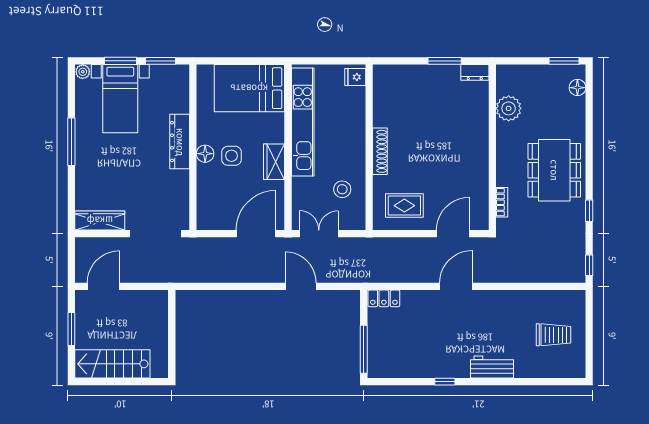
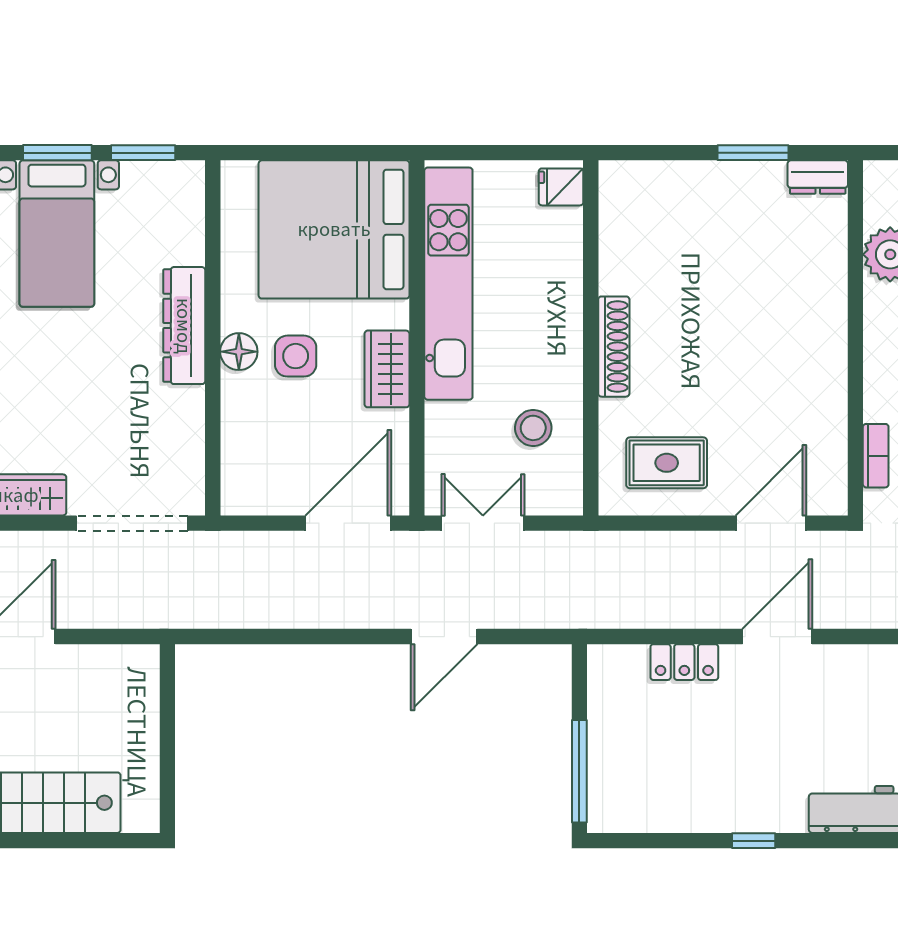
bed: (249, 88) -> (334, 229), width x1.36
door: (301, 286) -> (444, 637), swing flipped
locker: (384, 298) -> (684, 662), moved

